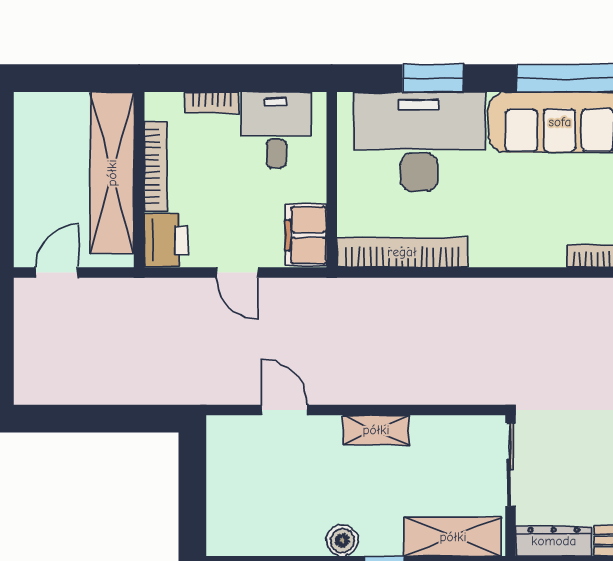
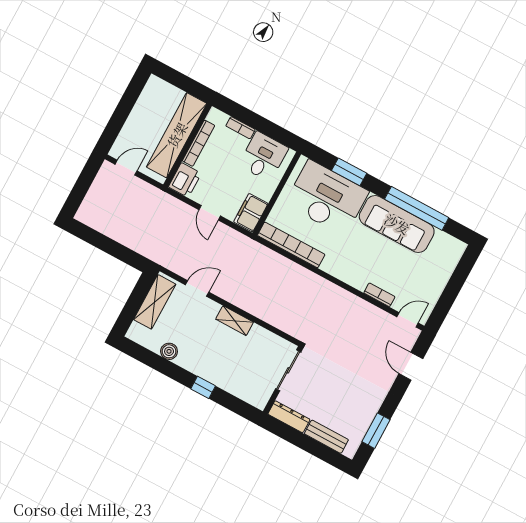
door: (285, 410) -> (197, 288), hinge flipped
shelving: (453, 537) -> (155, 302), moved, turned 90
boiler: (342, 540) -> (169, 351), moved

